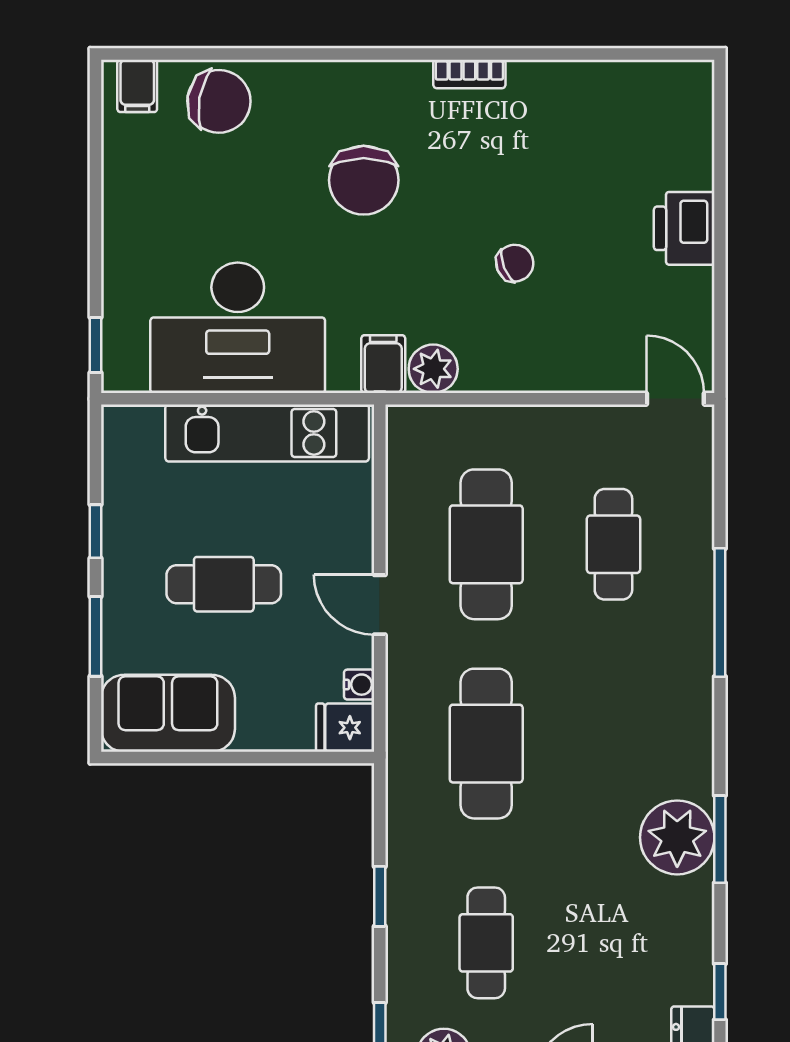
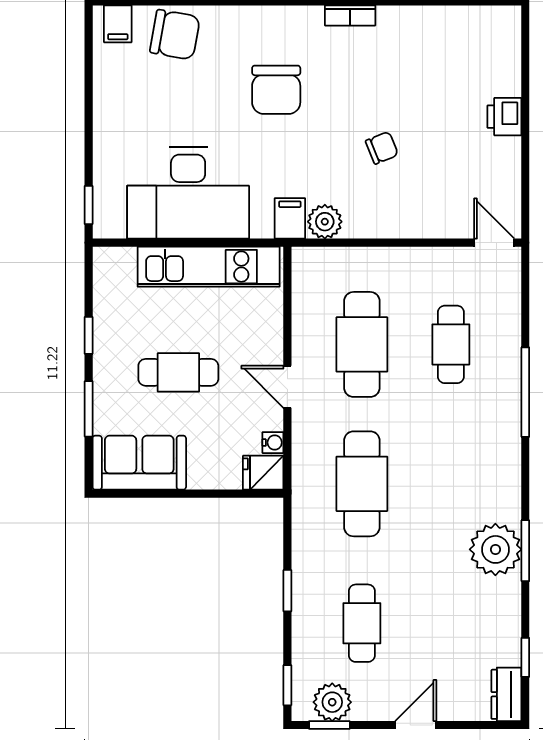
printer: (684, 228) -> (504, 117), width x0.73, depth x0.81

